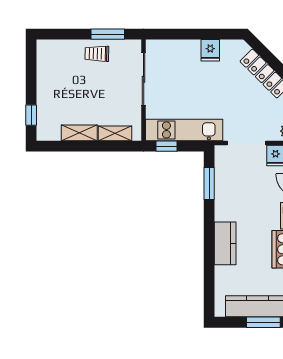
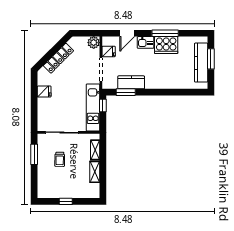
trolley: (97, 54) -> (60, 159), moved
window: (31, 115) -> (66, 201), moved
window: (166, 146) -> (103, 105), moved
kitchen counter: (225, 243) -> (131, 82), moved

